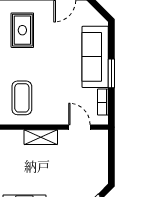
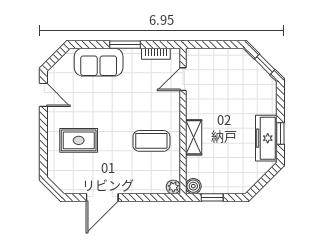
sofa: (95, 57) -> (99, 62), width x0.73
shelving: (41, 137) -> (194, 137), moved

